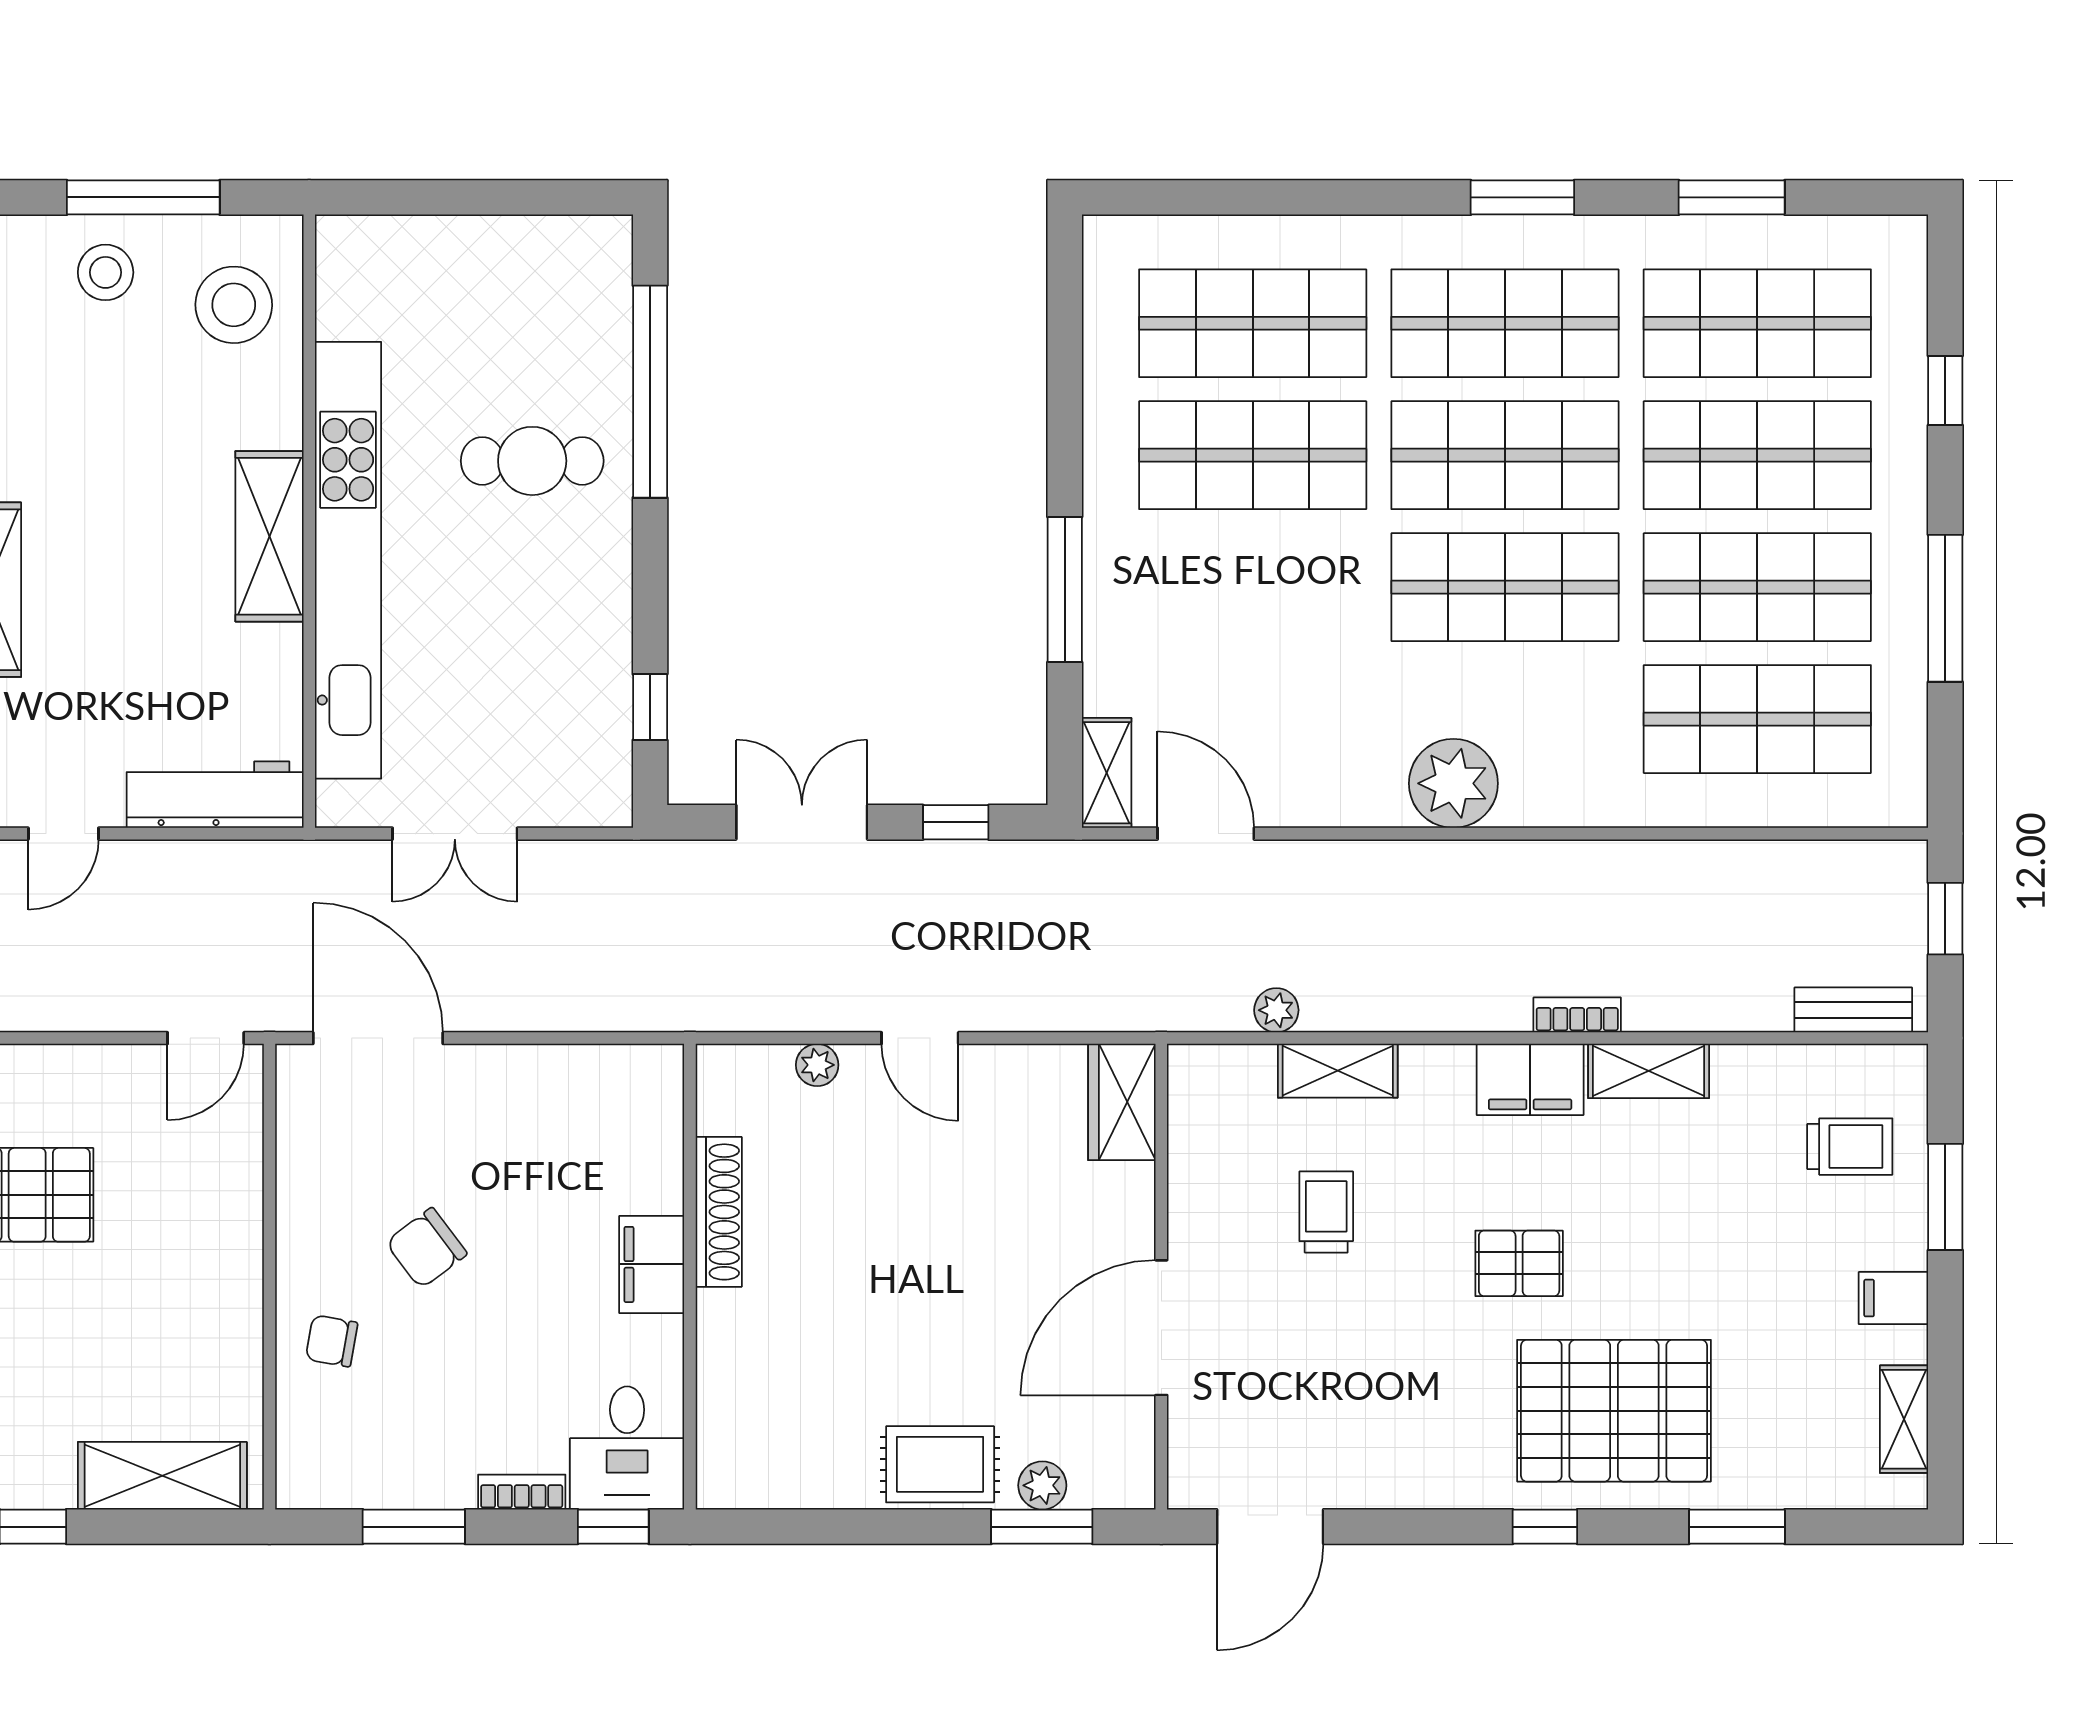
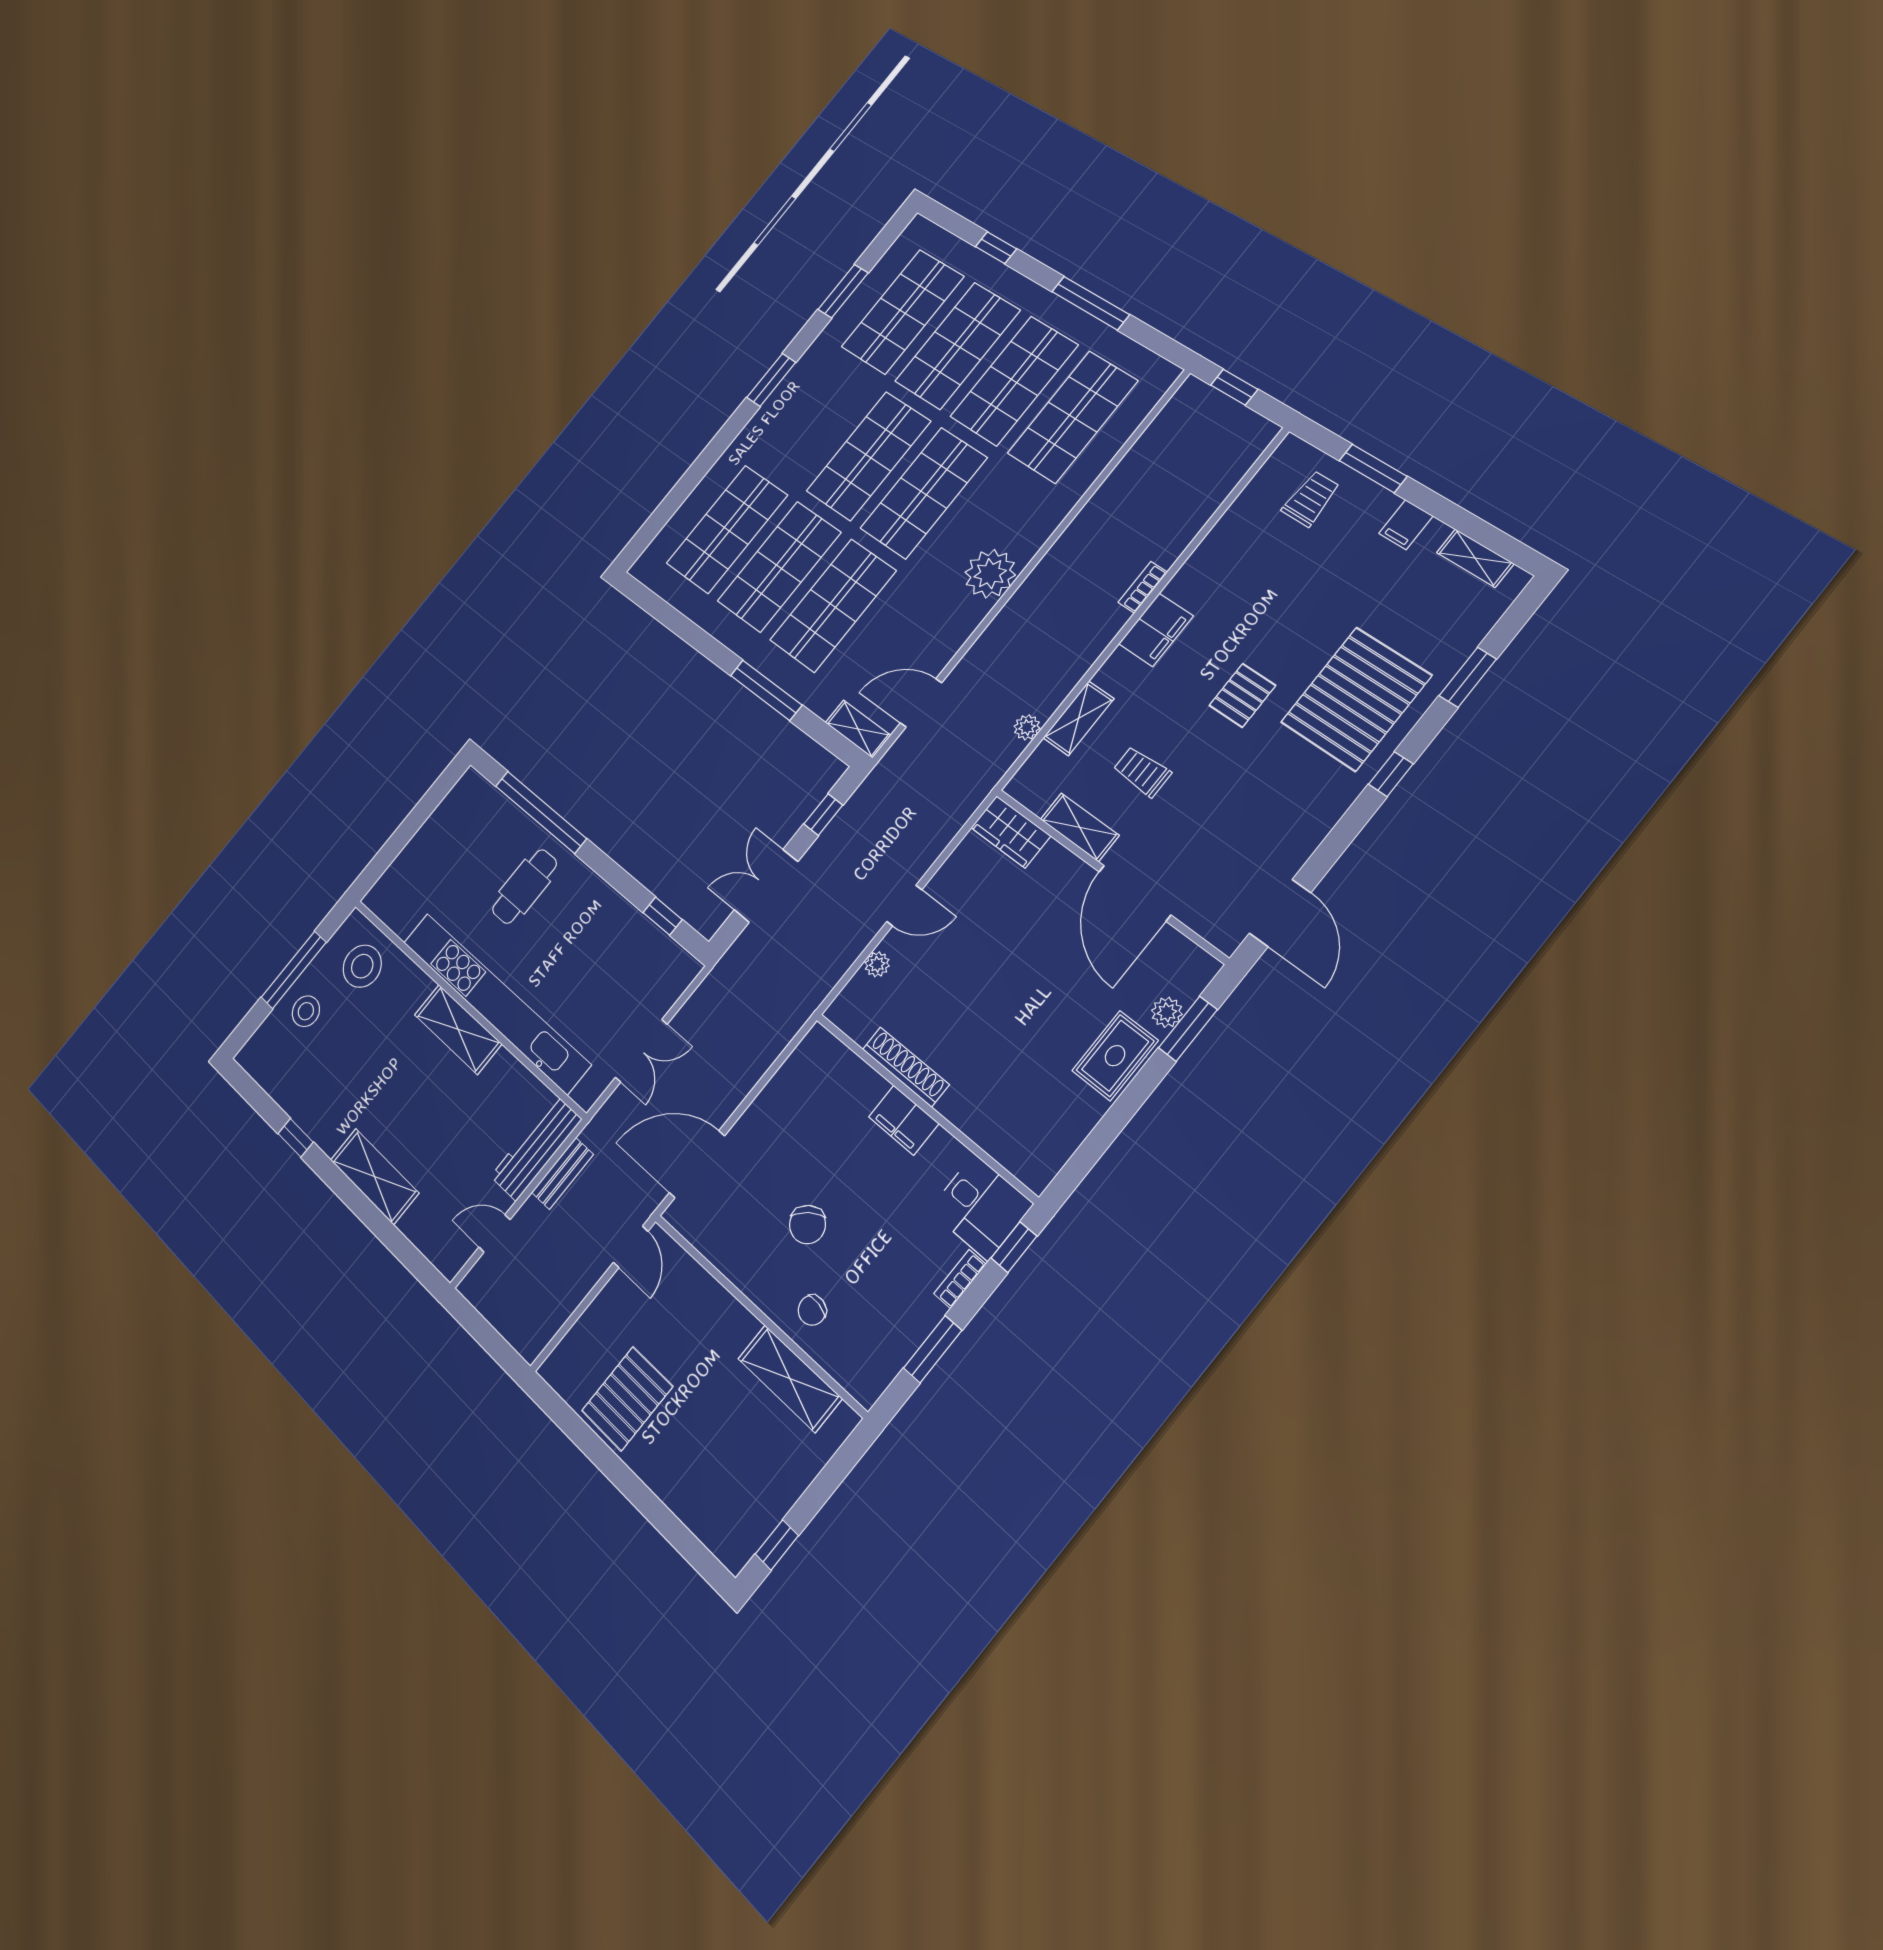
shop shelf: (1505, 323) -> (833, 605), moved
door: (63, 834) -> (494, 1233), swing flipped
bench: (1853, 1010) -> (563, 1173), moved
shelving: (1649, 1071) -> (1080, 827), moved, turned 90
shelving: (162, 1476) -> (790, 1379), moved, turned 90

